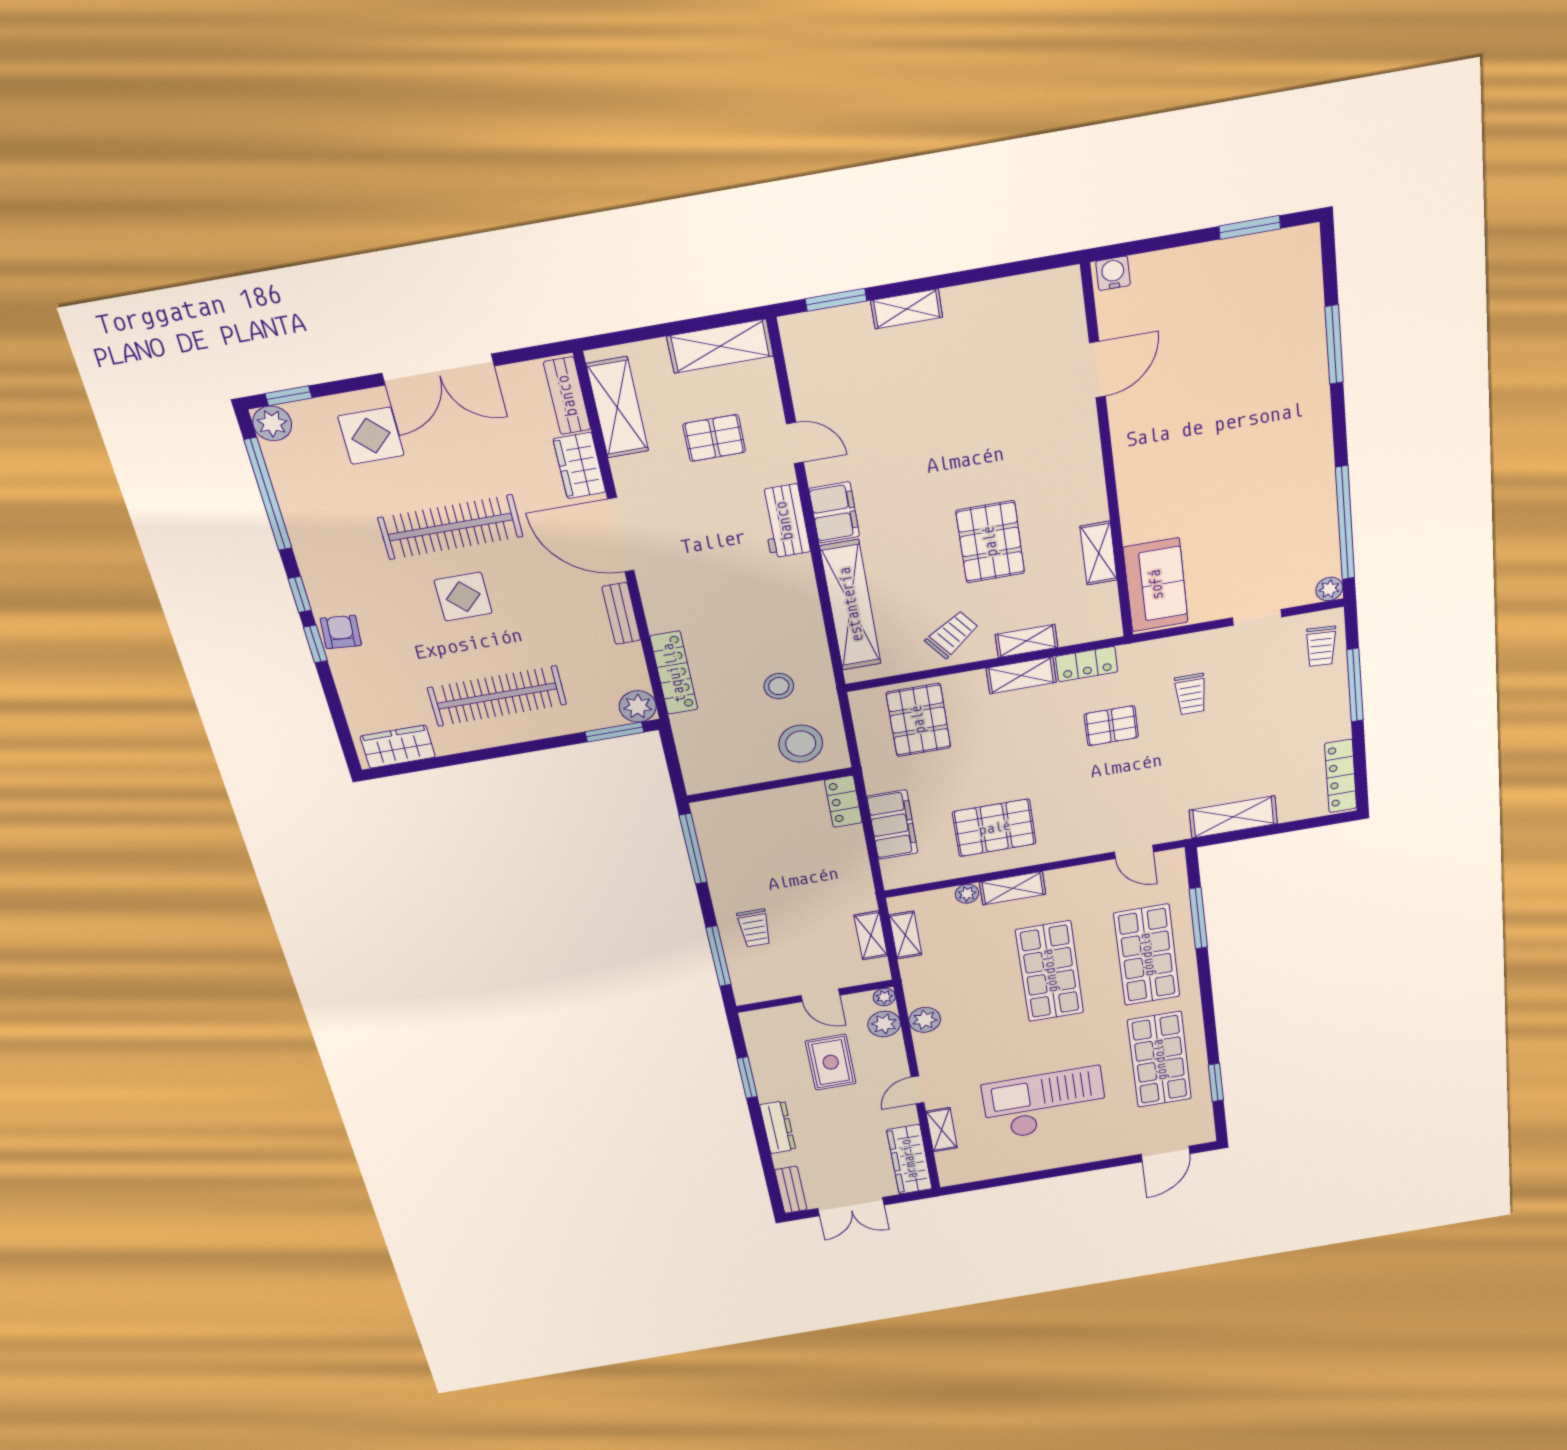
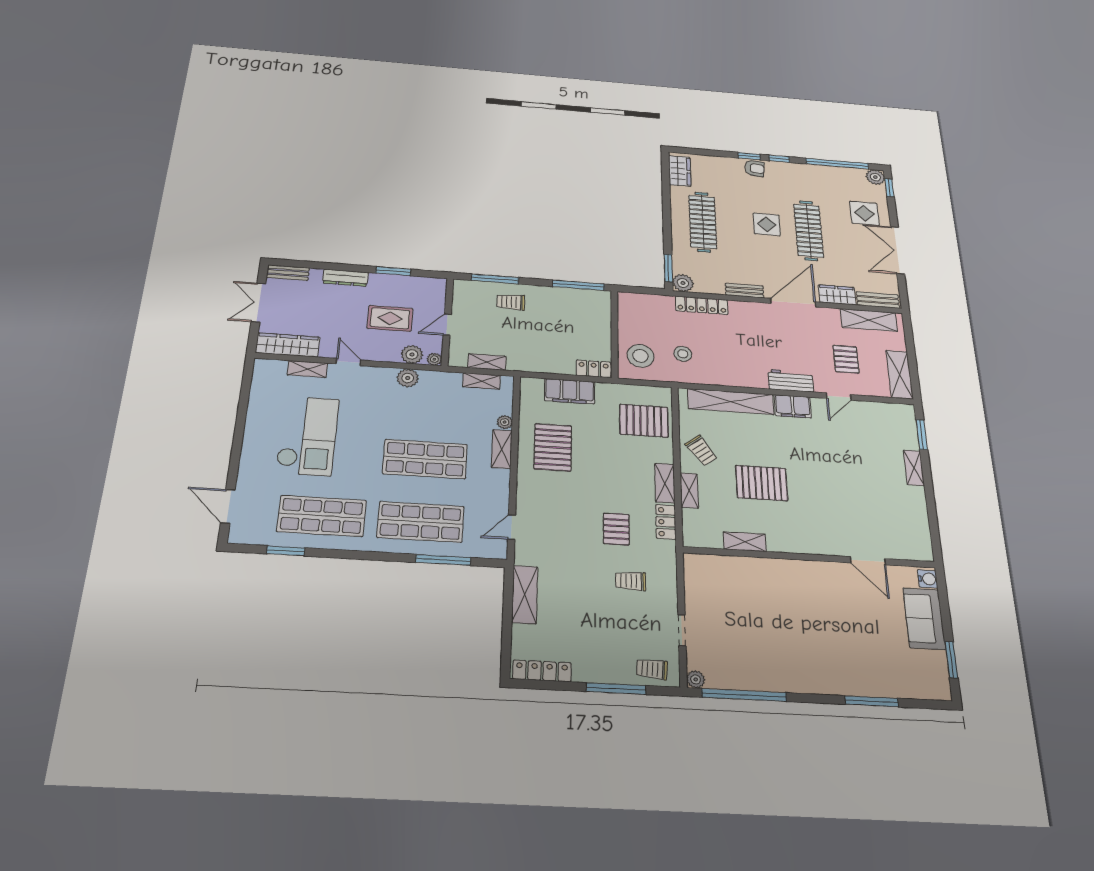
sofa: (1156, 585) -> (924, 619), moved, turned 90

